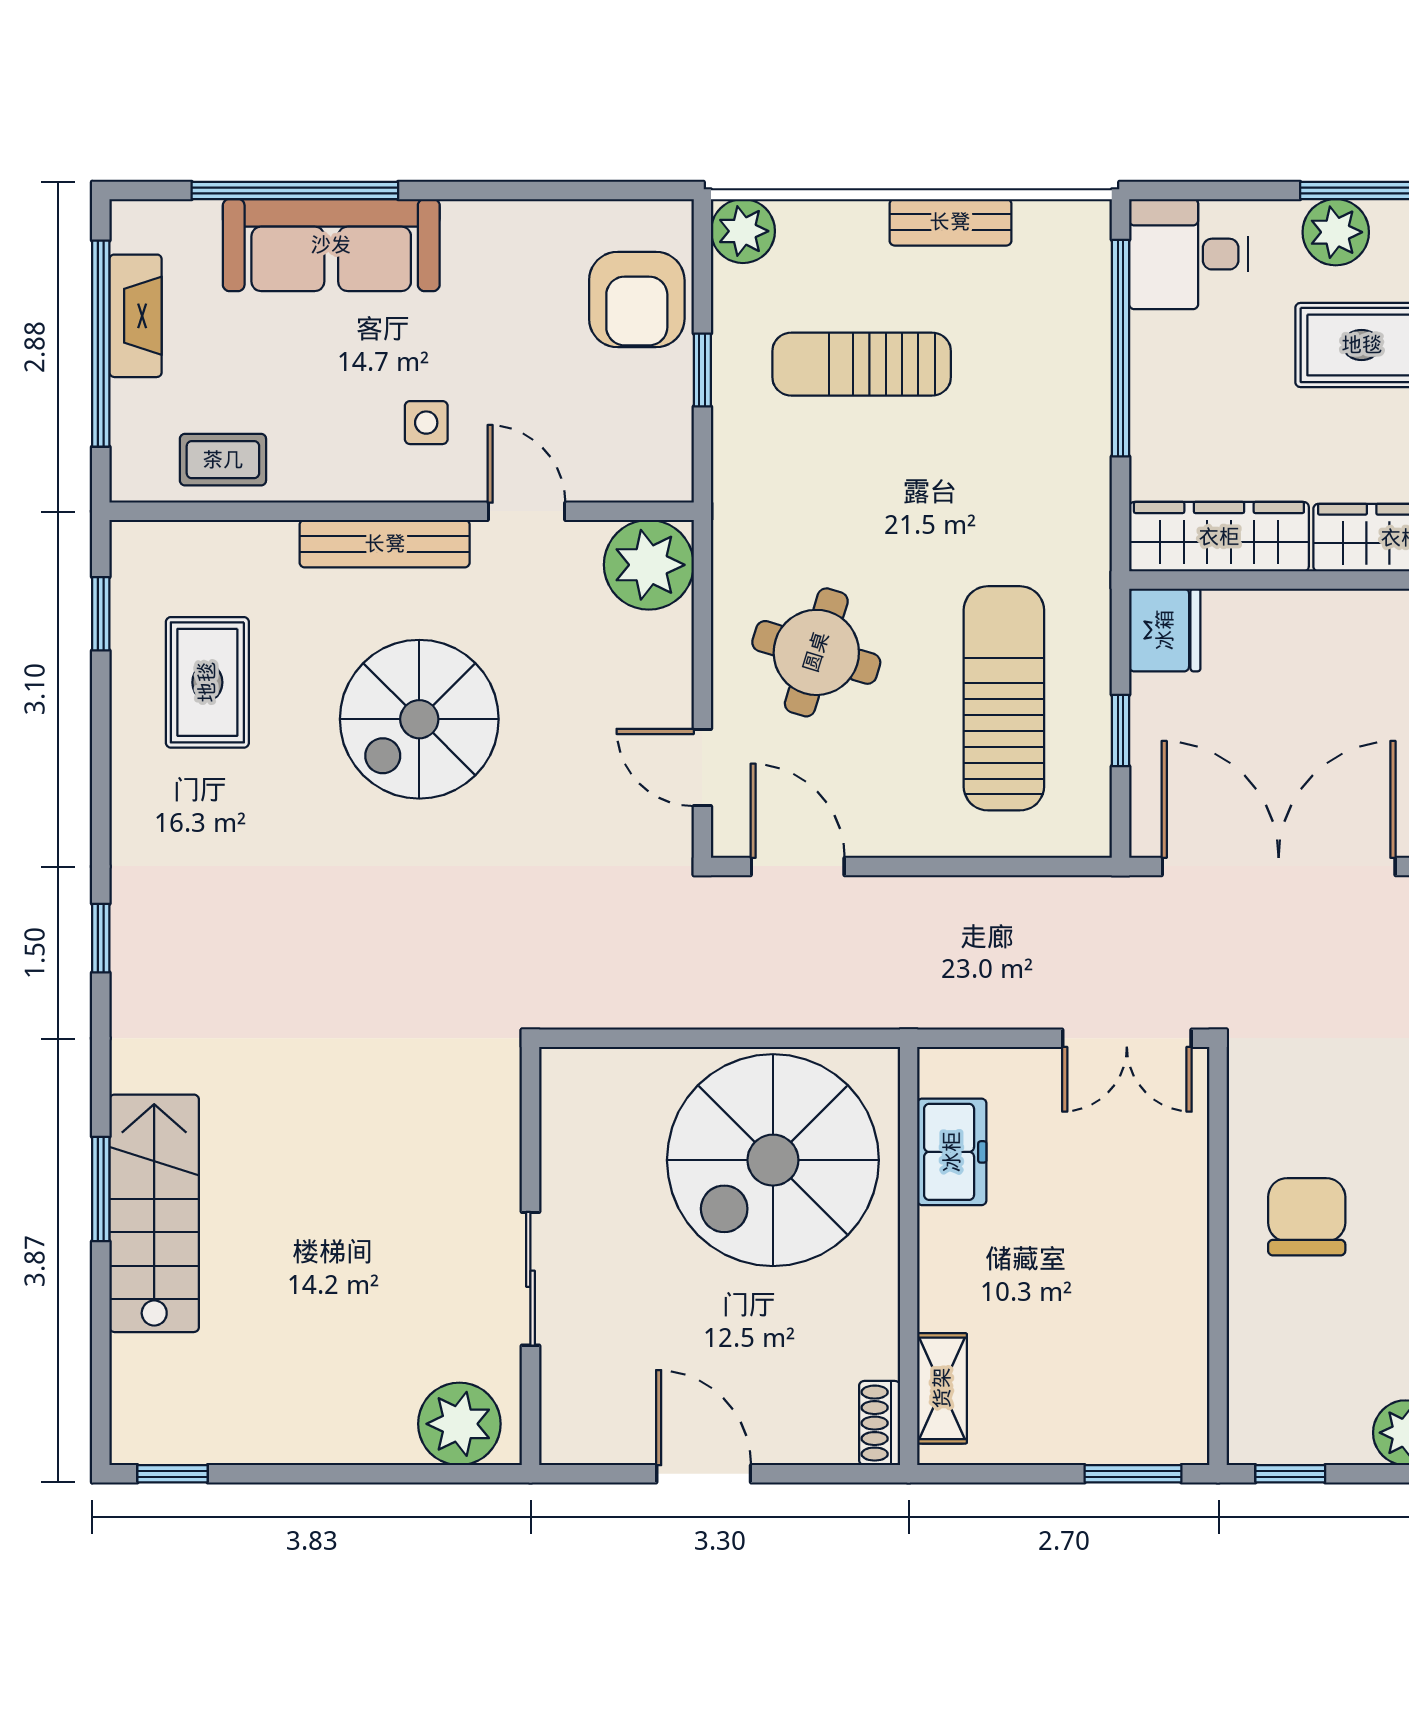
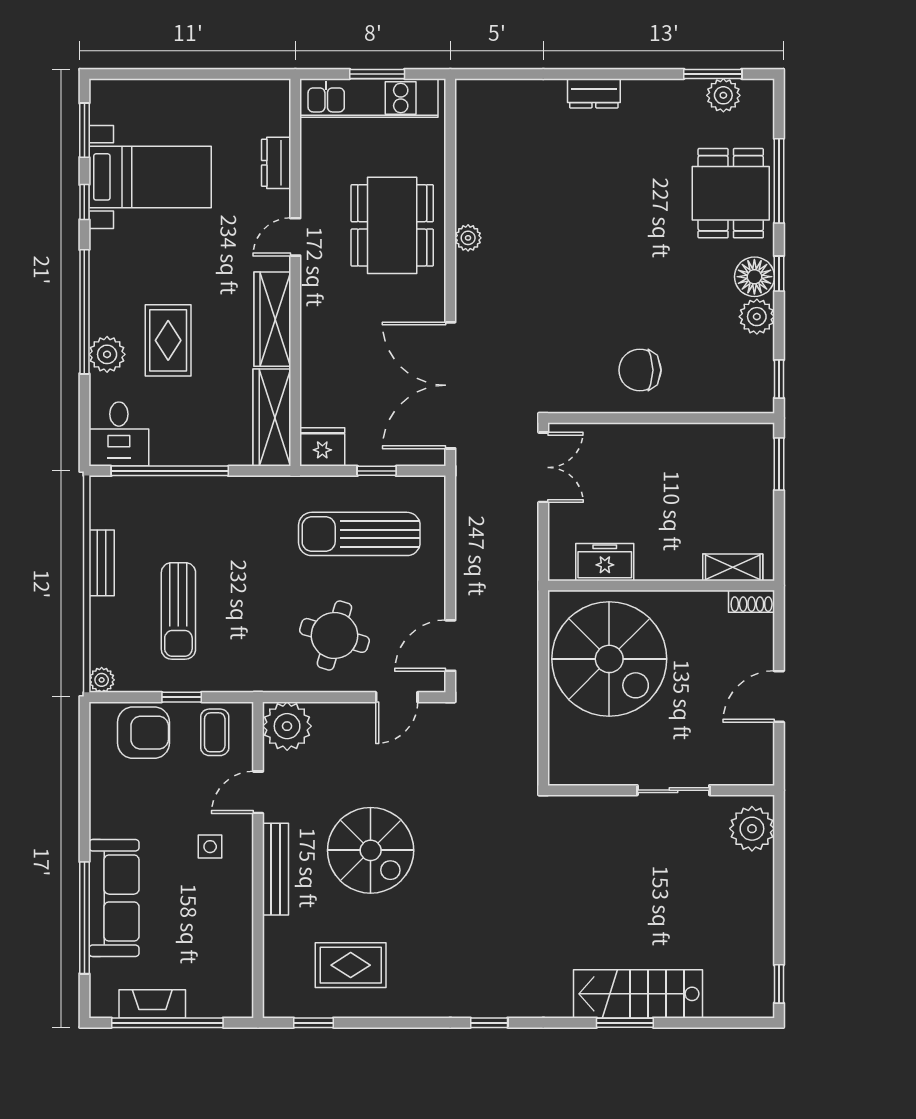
plant: (743, 231) -> (102, 680), width x0.73, depth x0.73
coffee table: (223, 460) -> (215, 732), moved

